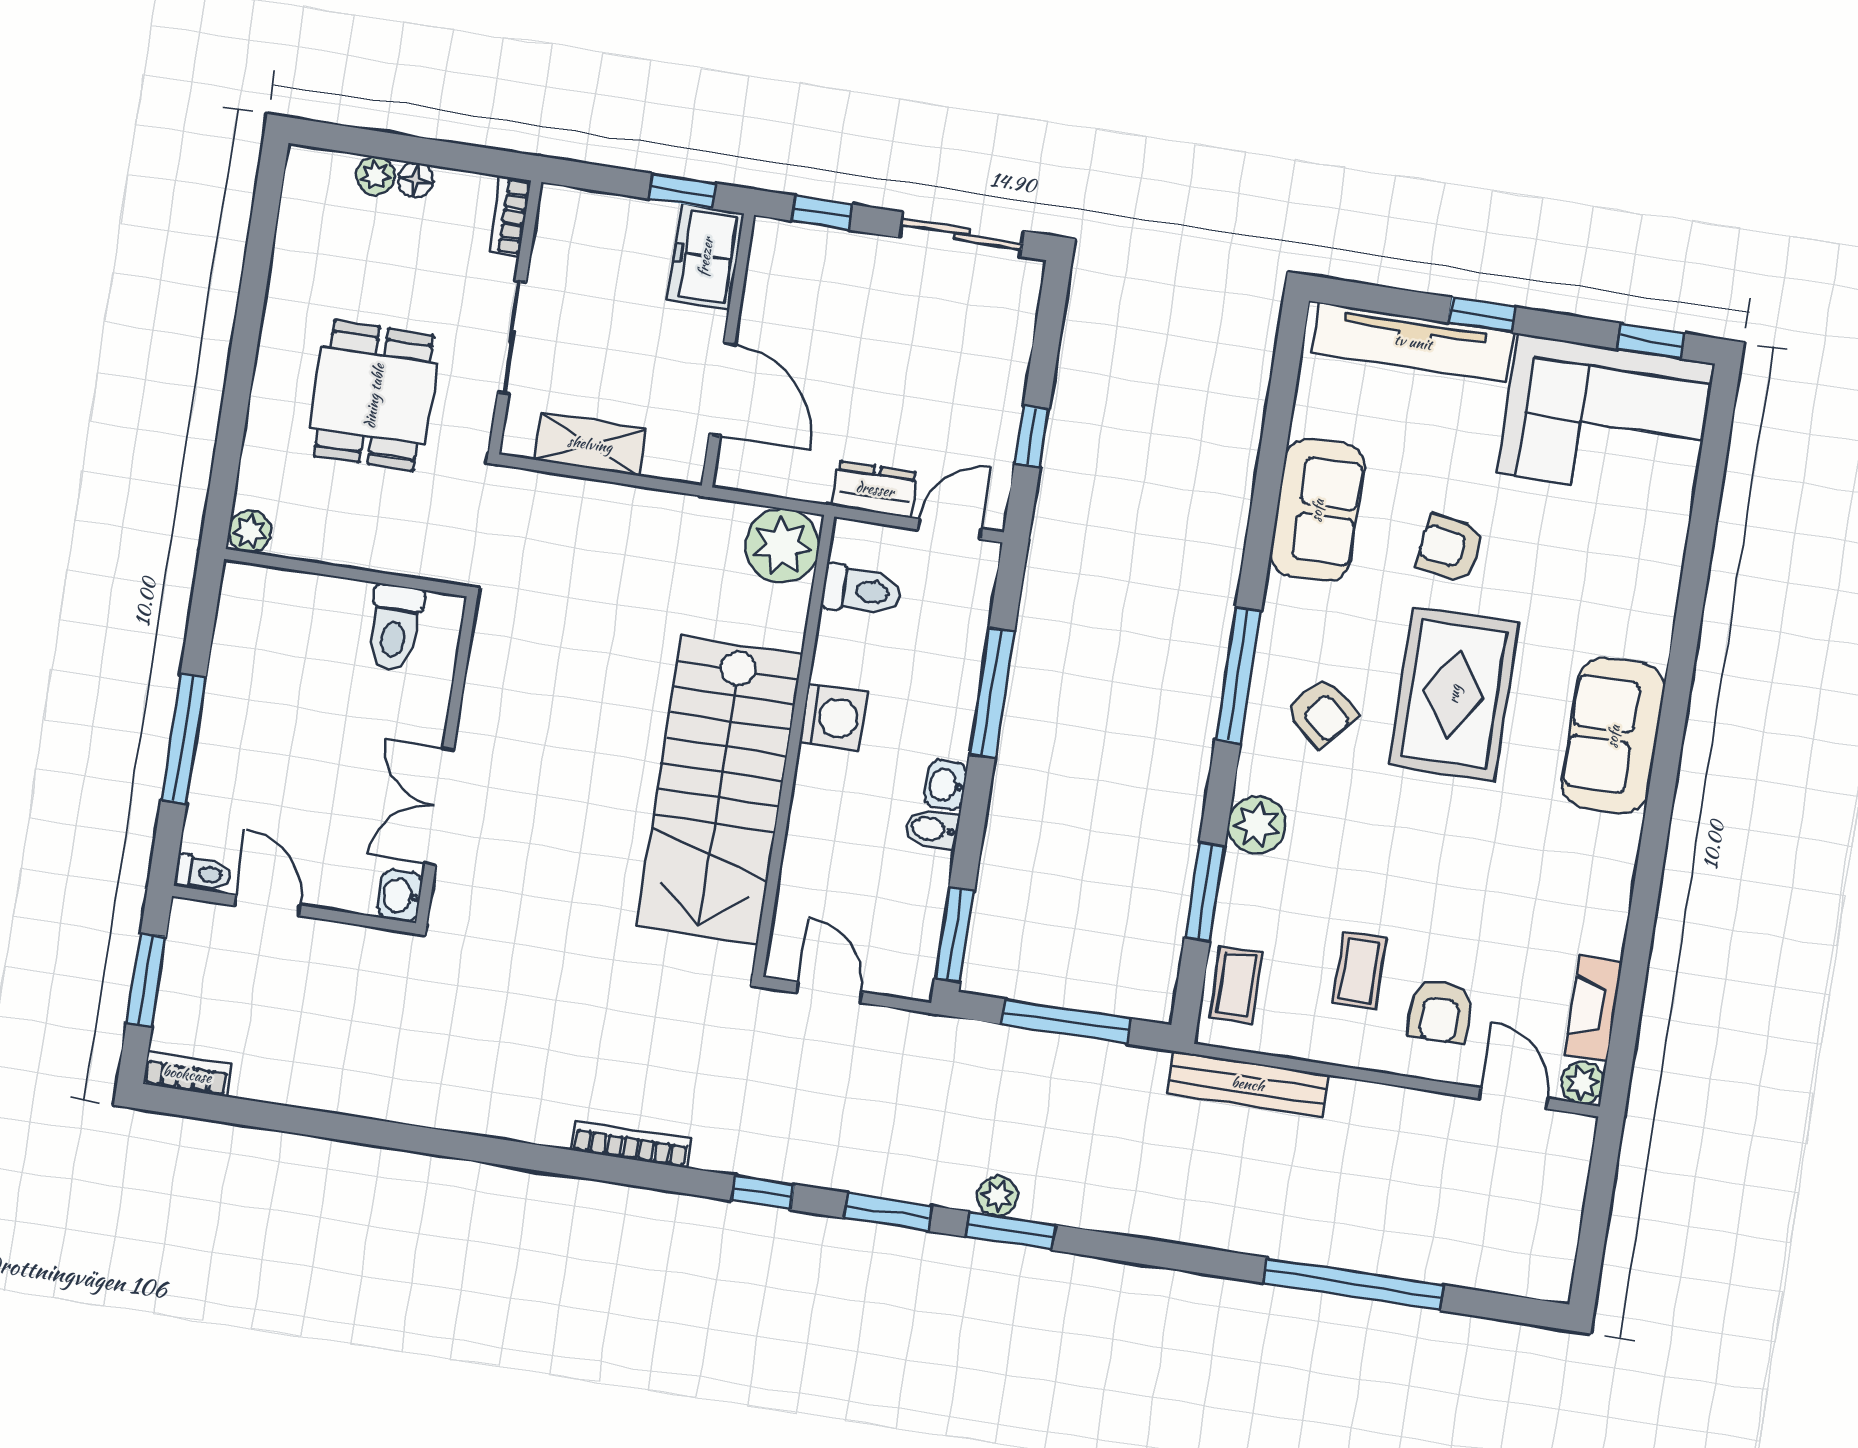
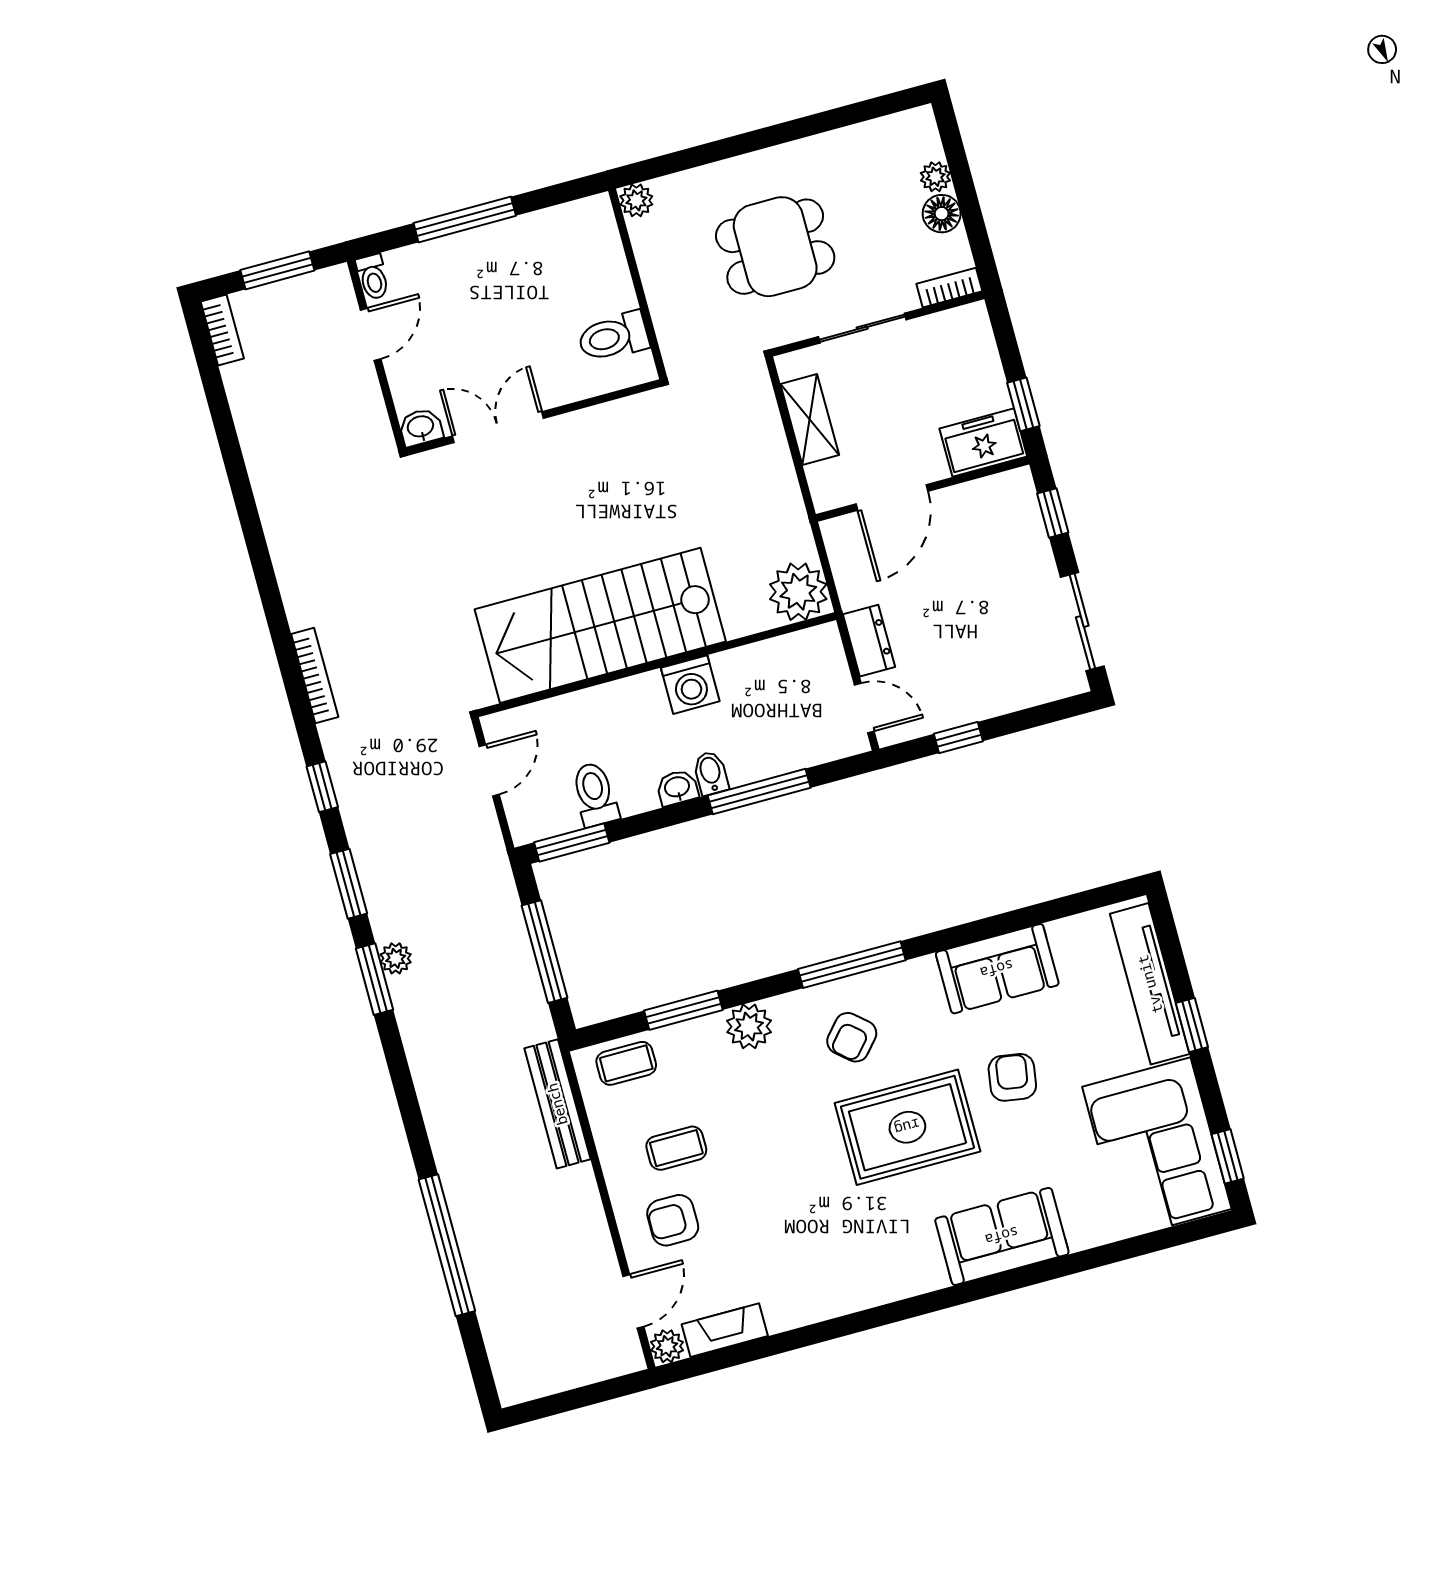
floor lamp: (416, 180) -> (942, 214), width x1.37, depth x1.37
toilet: (862, 591) -> (595, 794), moved, turned 180
sofa: (1613, 736) -> (1002, 1236), moved
bidet: (932, 829) -> (711, 773), moved

